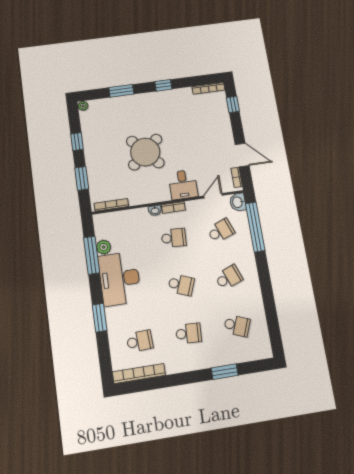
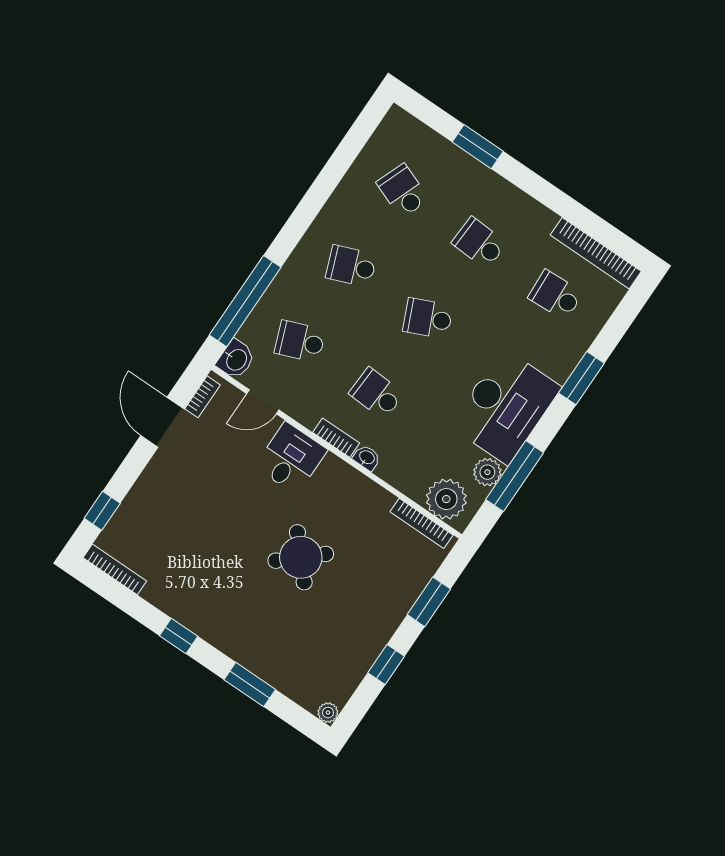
round table: (145, 152) -> (301, 557), width x0.73, depth x0.73
plant: (110, 222) -> (446, 499), added
school desk: (181, 285) -> (428, 318), turned -45

